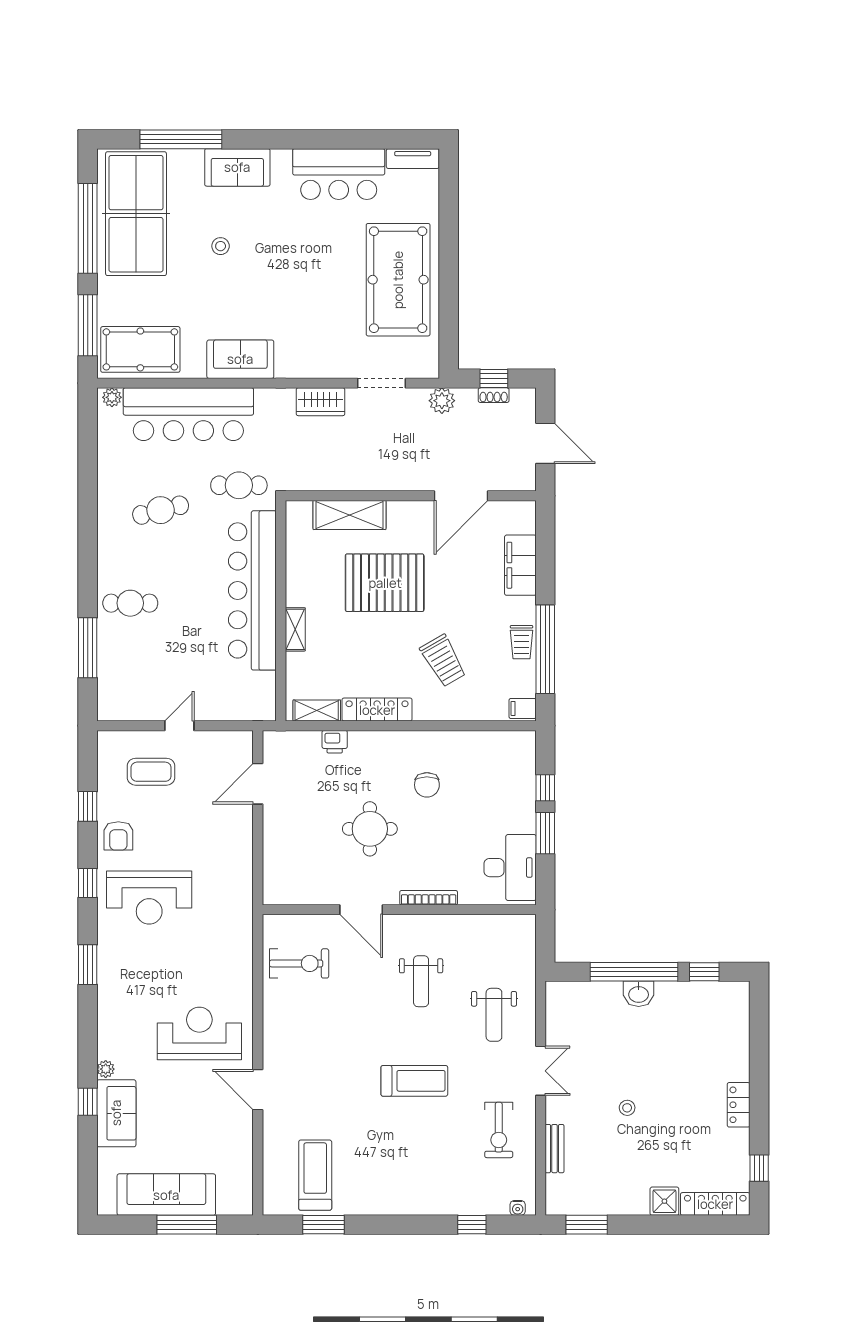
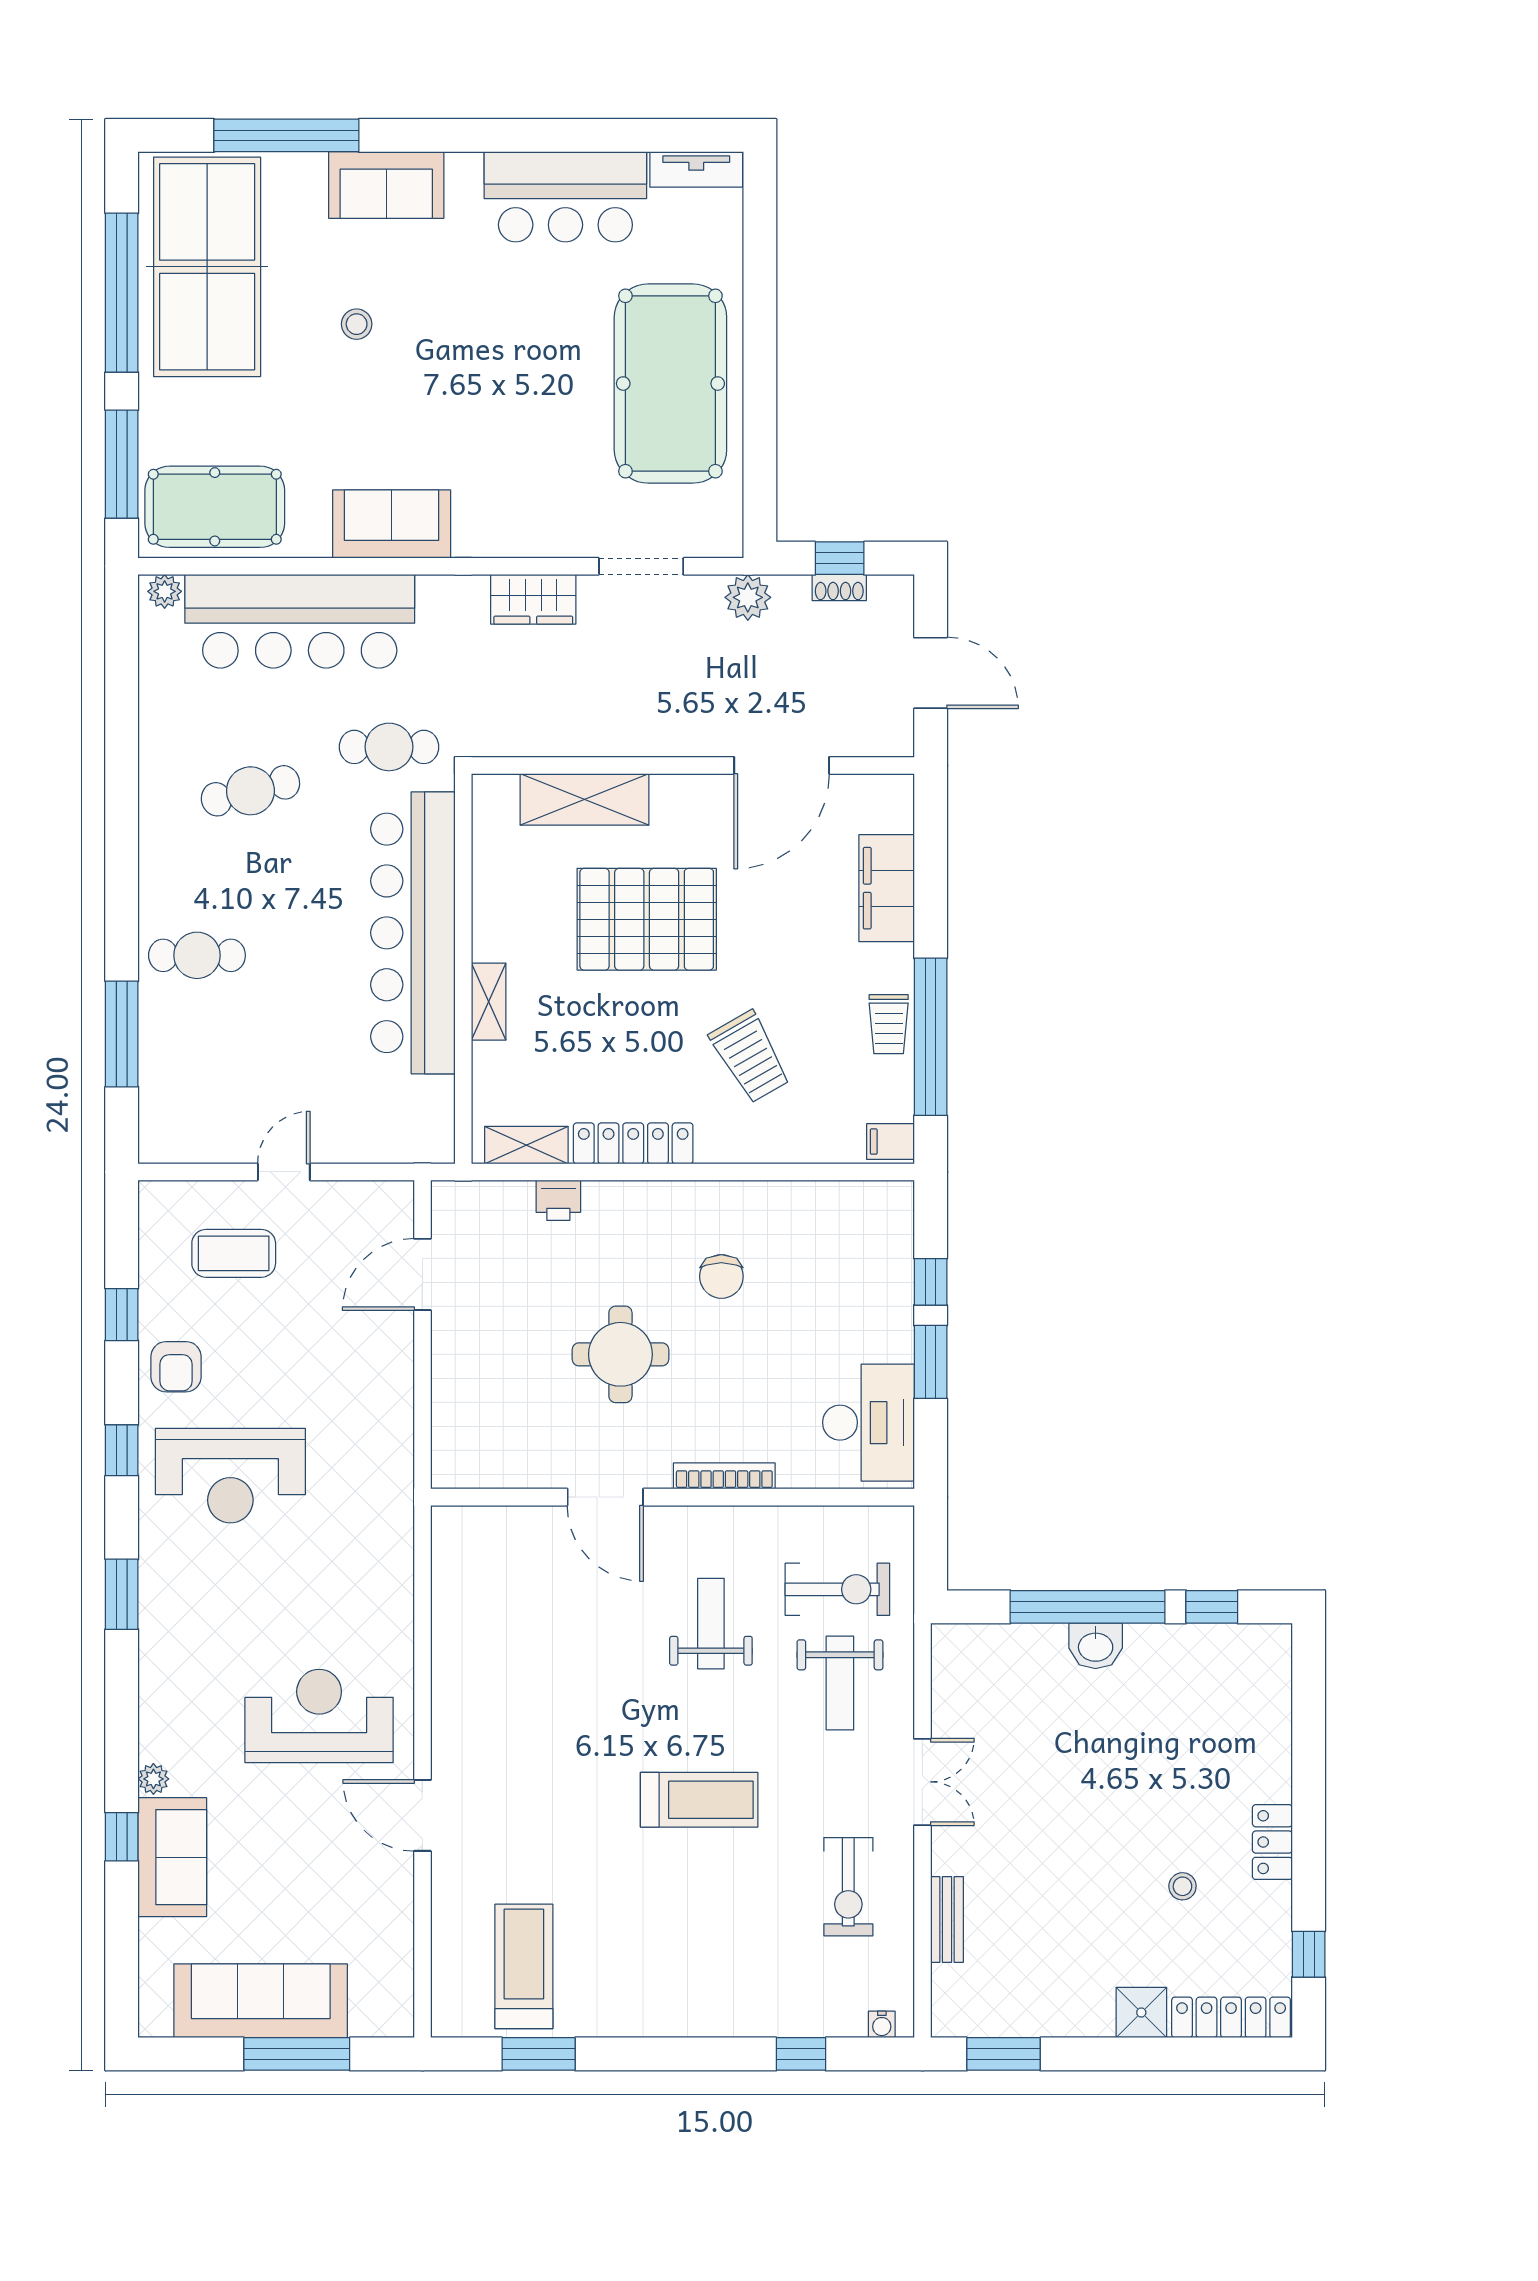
exercise bike: (299, 963) -> (837, 1589), moved
weight bench: (421, 981) -> (711, 1624), turned 180
stool: (627, 1108) -> (1182, 1886), moved

